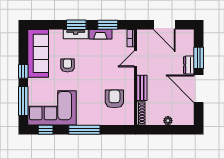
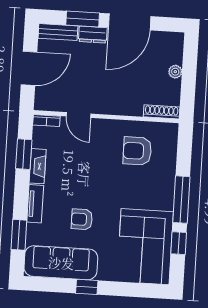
window: (76, 25) -> (19, 235), moved
bench: (142, 88) -> (58, 32), moved
window: (23, 101) -> (132, 290), removed
window: (46, 130) -> (179, 243), moved

